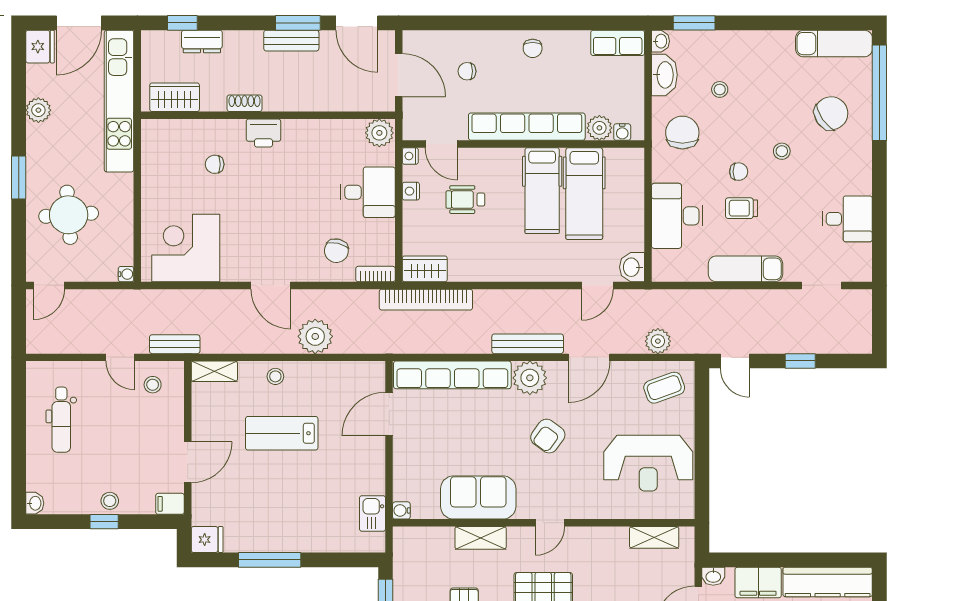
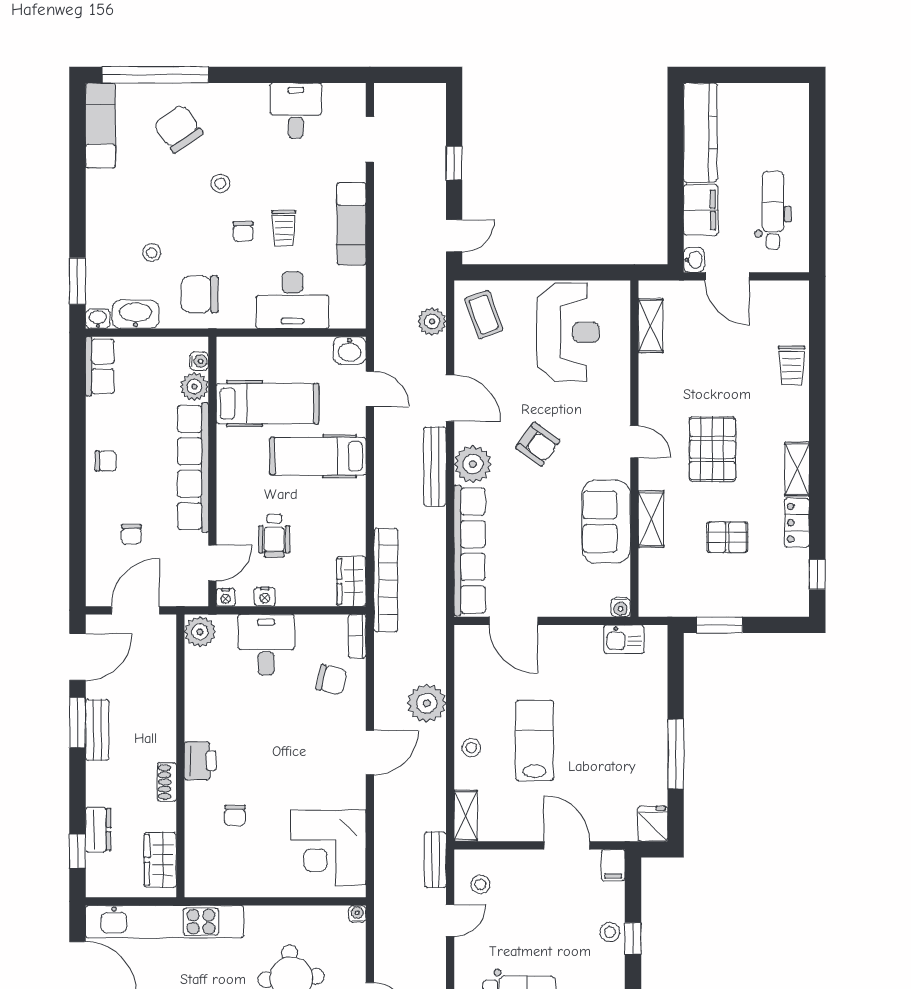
chair: (739, 172) -> (243, 232), turned 180
hospital bed: (542, 191) -> (318, 456), moved, turned 180
lab bench: (282, 433) -> (535, 741), turned 180

